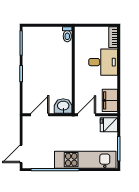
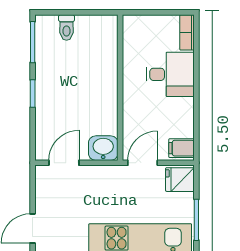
toilet: (67, 34) -> (67, 27), moved
filing cabinet: (110, 100) -> (182, 148), width x0.50

